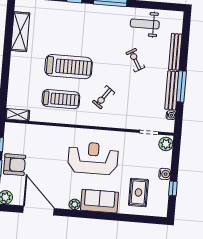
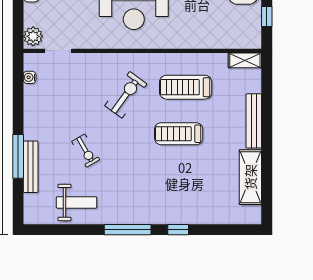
treadmill: (69, 67) -> (179, 134), width x0.73, depth x0.73
window: (181, 86) -> (18, 156), moved
bench: (172, 90) -> (254, 121), moved
exercise bike: (104, 97) -> (126, 95), width x1.38, depth x1.39

